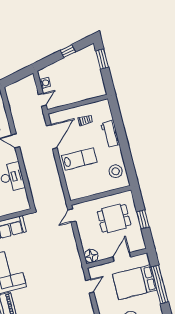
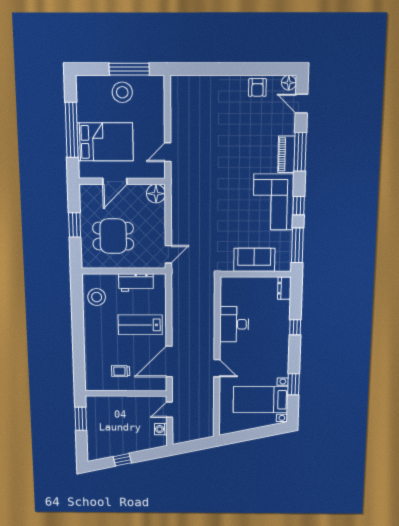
window: (102, 59) -> (81, 419), moved
workbench: (110, 134) -> (136, 283), moved, turned 90

